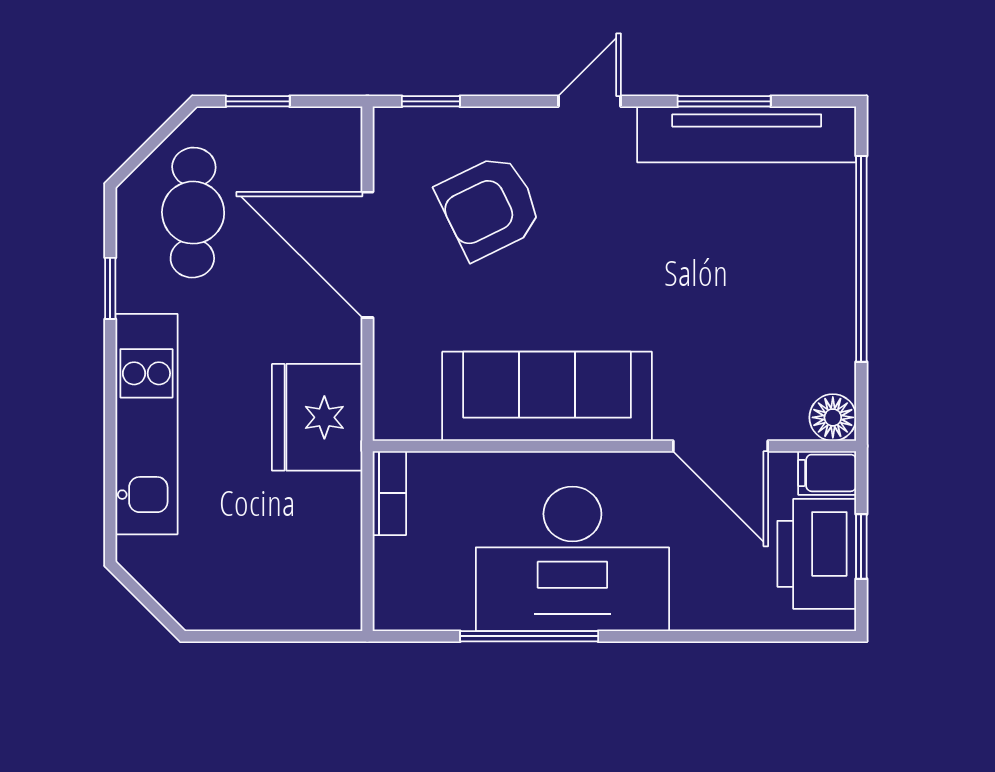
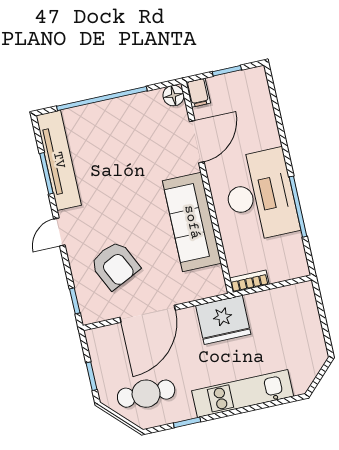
door: (589, 101) -> (59, 232), hinge flipped
printer: (817, 554) -> (234, 89), removed

